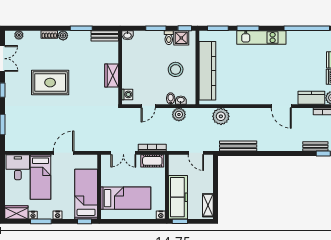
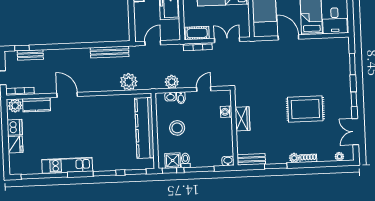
window: (156, 28) -> (199, 169), width x1.44
kitchen unit: (261, 38) -> (67, 165), moved
washing machine: (127, 94) -> (226, 112), moved
door: (64, 153) -> (288, 37), swing flipped
door: (196, 153) -> (153, 43), hinge flipped

